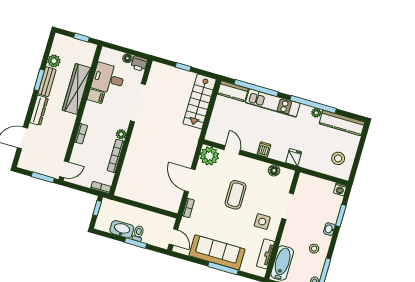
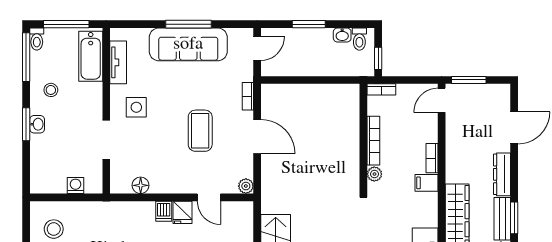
filing cabinet: (96, 96) -> (426, 183), moved
plant: (209, 156) -> (246, 186), width x0.53, depth x0.53
fridge: (294, 157) -> (182, 212), moved
washing machine: (340, 189) -> (75, 185), moved
coffee table: (236, 195) -> (200, 131), moved
window: (341, 216) -> (26, 124), moved
washbasin: (122, 229) -> (342, 35), width x0.52, depth x0.69
toilet: (138, 233) -> (359, 39), moved
door: (173, 237) -> (257, 49), swing flipped
window: (223, 268) -> (189, 24), moved

